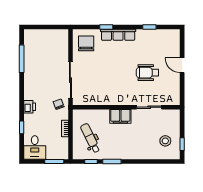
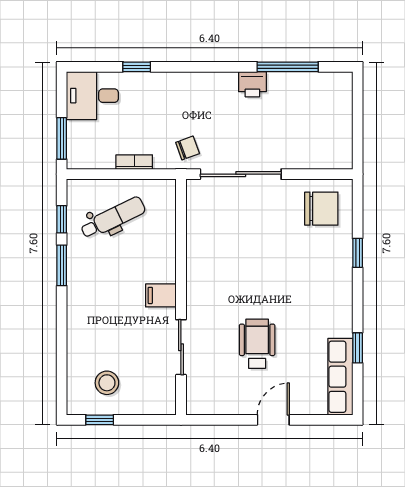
row of seats: (118, 35) -> (340, 377), moved
printer: (30, 107) -> (252, 84), moved
filing cabinet: (120, 116) -> (161, 295), width x0.50

